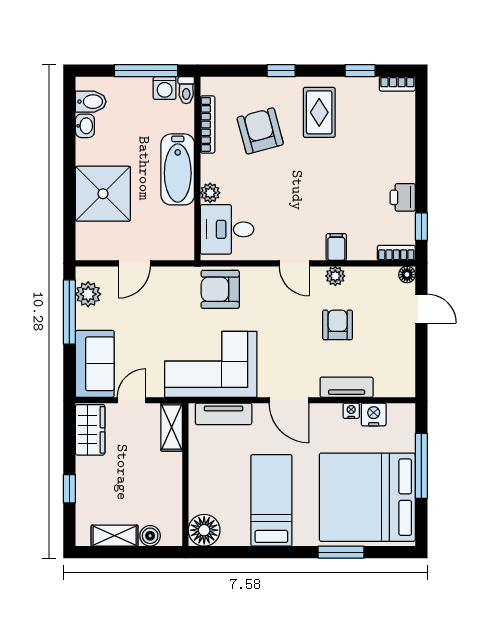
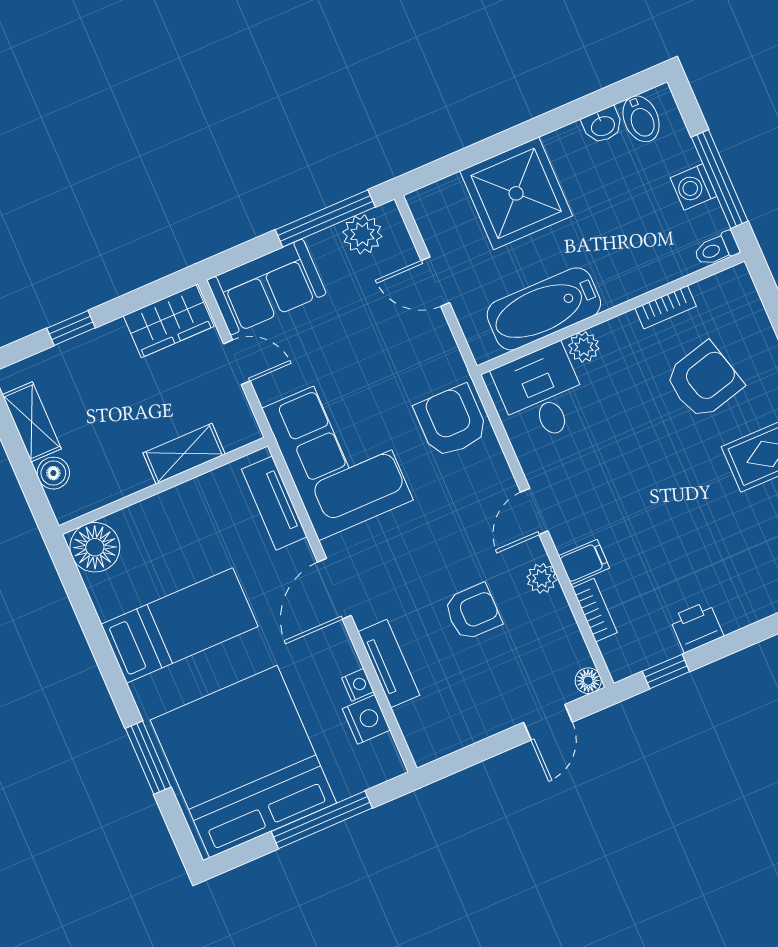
washing machine: (165, 88) -> (693, 187), moved
bookcase: (208, 124) -> (666, 307), width x0.64
bathtub: (178, 169) -> (544, 309), moved
bookcase: (396, 253) -> (595, 610), moved
shelving: (172, 427) -> (184, 454), moved

